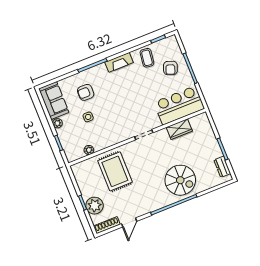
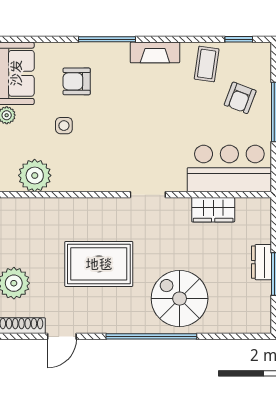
plant: (89, 150) -> (35, 175), width x1.88, depth x1.88
dresser: (222, 167) -> (262, 262), moved
rug: (115, 171) -> (99, 264), moved, turned 90
spiral stairs: (180, 180) -> (180, 299), turned 180

